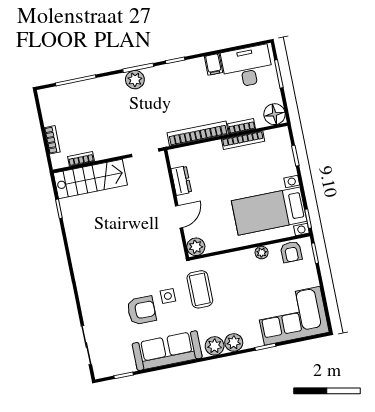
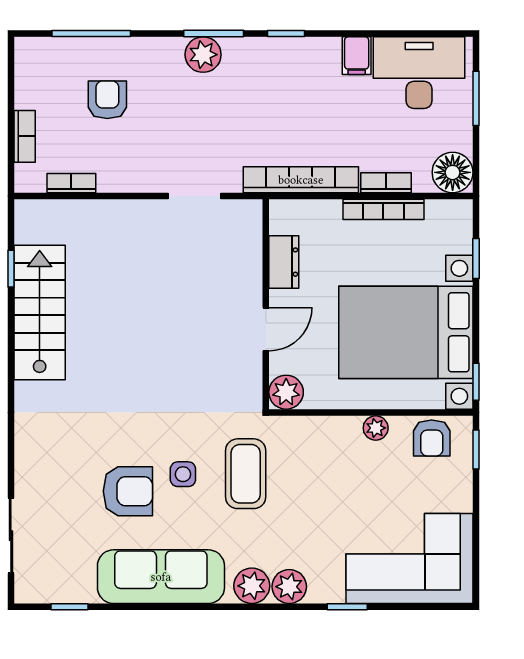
armchair: (91, 113) -> (107, 100), added
stairs: (90, 179) -> (40, 312), moved, turned -90
dresser: (181, 181) -> (284, 262), moved
wall: (176, 204) -> (266, 304), moved
bed with nightstands: (269, 211) -> (406, 332), width x1.36
door: (179, 217) -> (266, 329), moved
plant: (196, 247) -> (286, 392), moved

